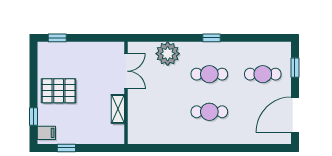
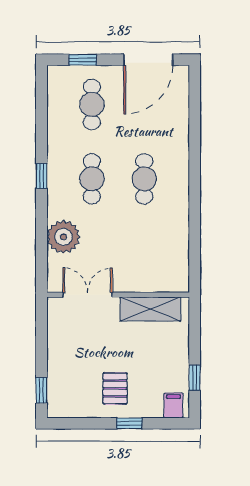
pallet: (59, 91) -> (115, 388), width x0.67, depth x0.71
shelving: (118, 109) -> (150, 309), width x1.50, depth x1.33
door: (295, 115) -> (148, 60), hinge flipped
window: (34, 116) -> (129, 423), moved

